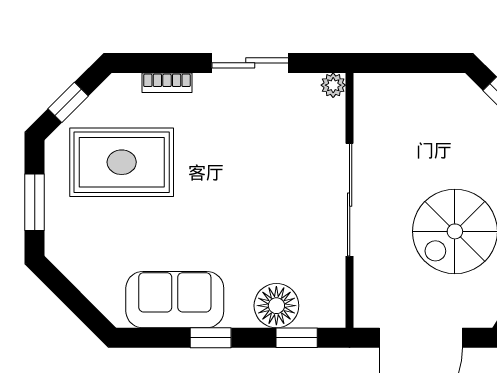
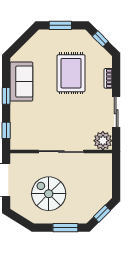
plant: (333, 85) -> (103, 141), width x1.88, depth x1.88
rug: (122, 162) -> (71, 73), moved
floor lamp: (276, 306) -> (19, 122), removed

